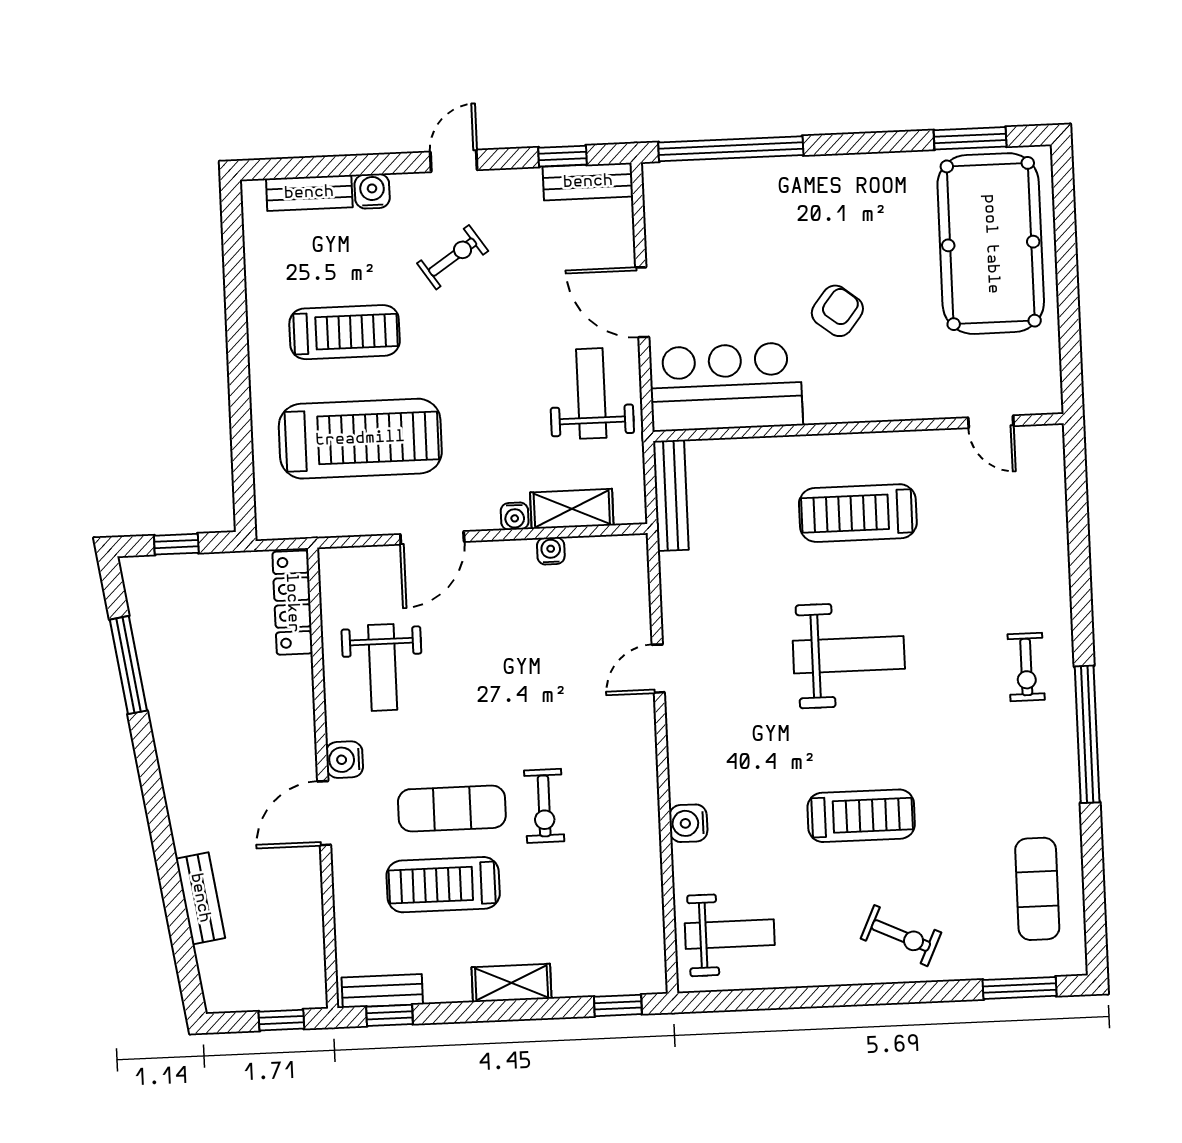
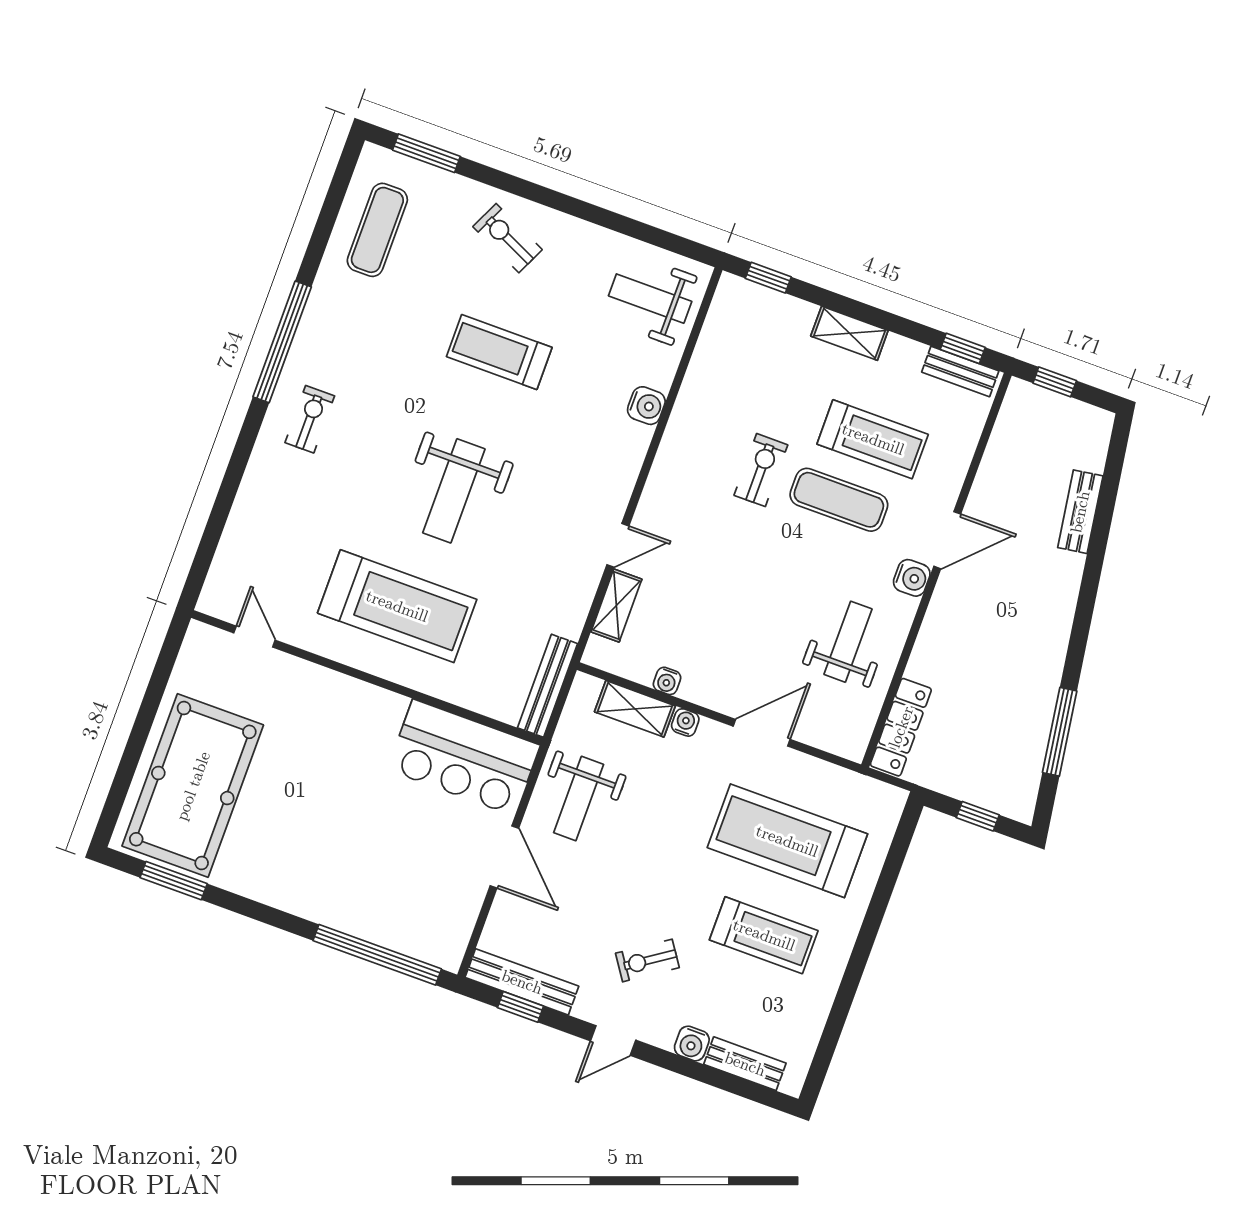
bench: (588, 182) -> (522, 982), width x1.36
armchair: (837, 311) -> (344, 782), removed
treadmill: (345, 332) -> (764, 935), turned 180
treadmill: (858, 513) -> (397, 606), width x1.37, depth x1.37
shelving: (634, 606) -> (616, 605), added
weight bench: (849, 655) -> (454, 491), turned -90

